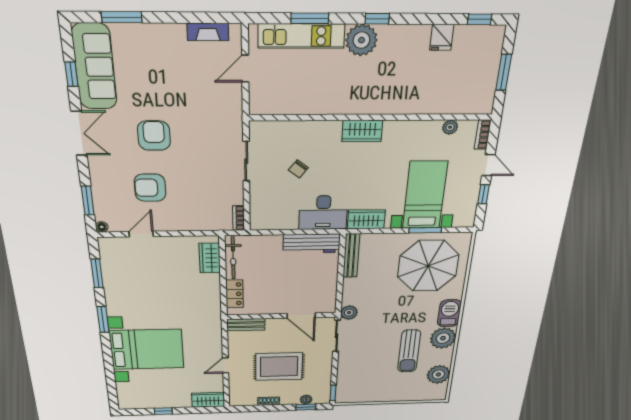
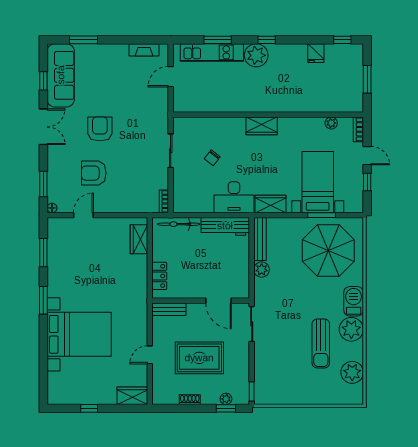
bicycle: (233, 257) -> (179, 224), moved, turned 90
plant: (349, 313) -> (262, 270), moved

